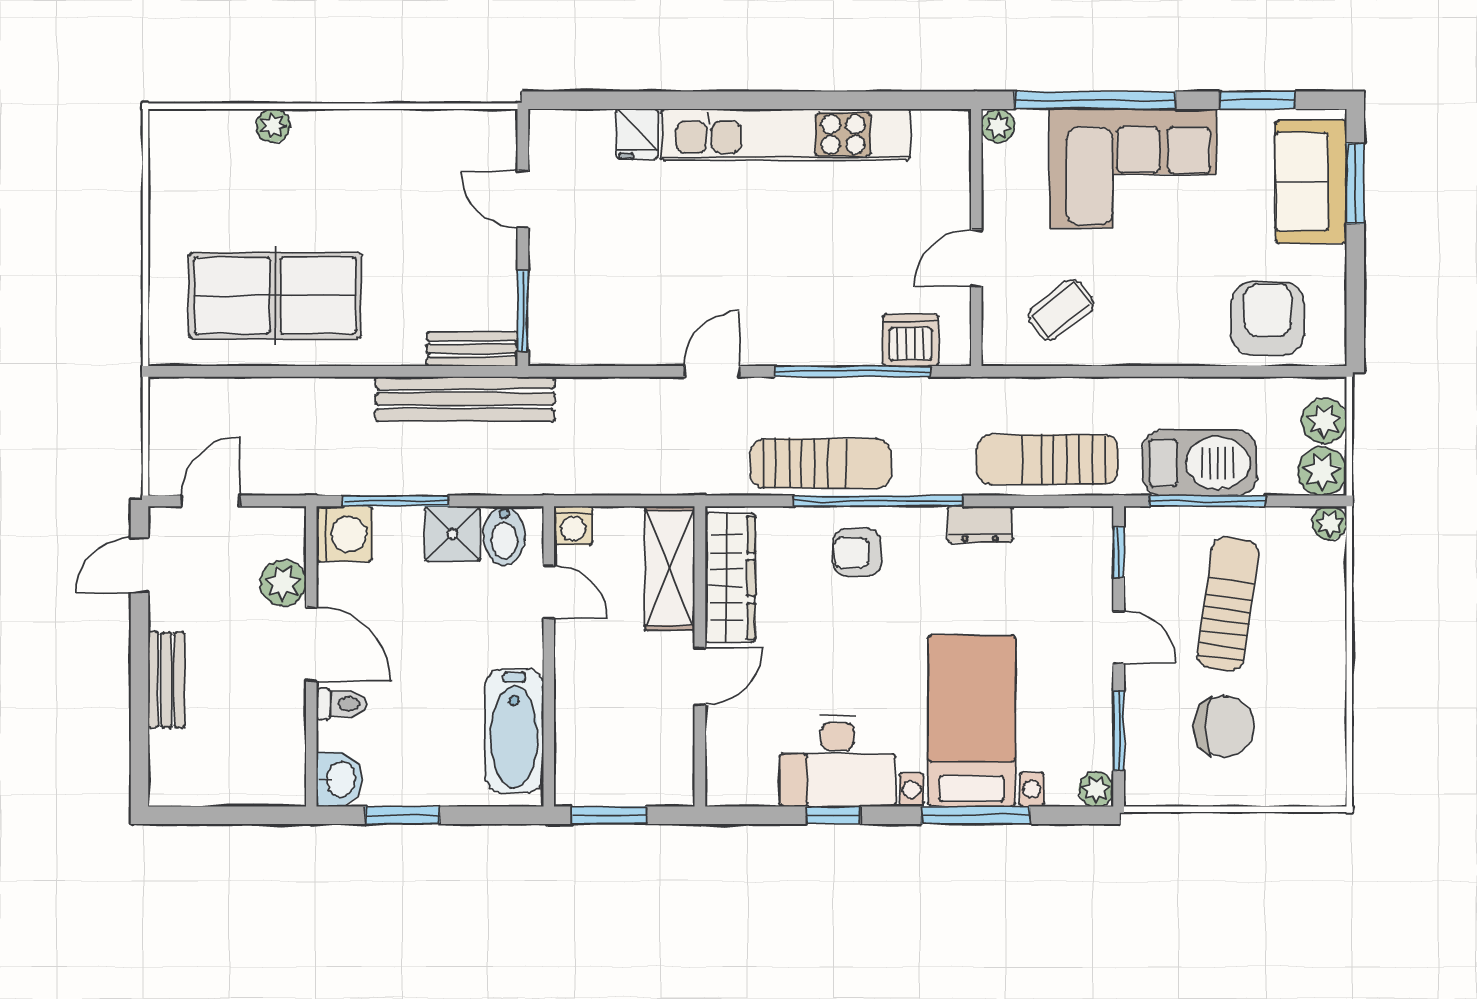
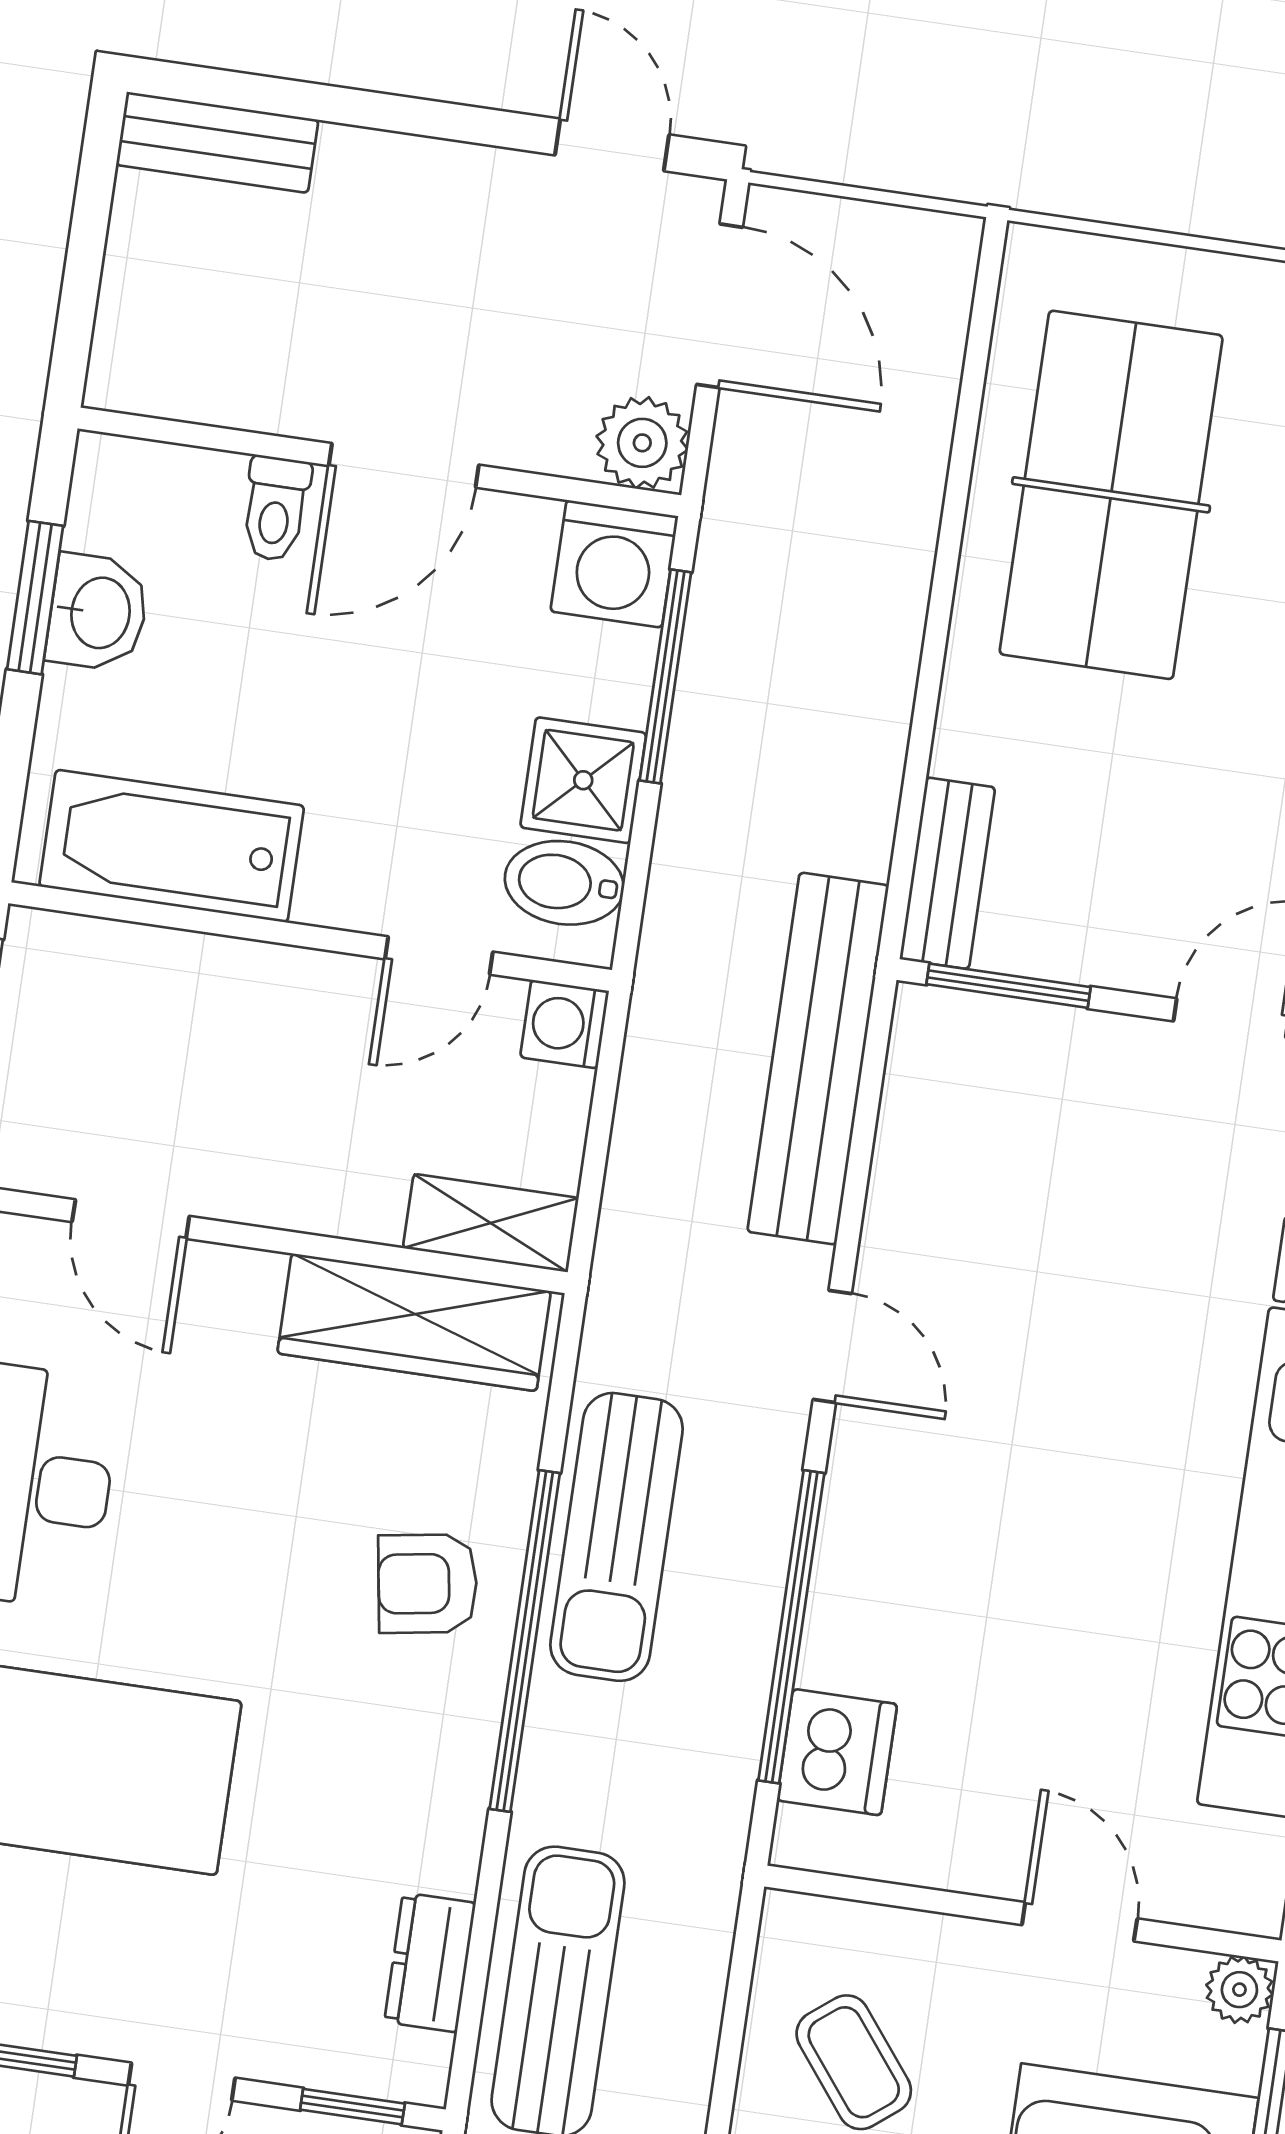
door: (976, 258) -> (1080, 1922), moved
bench: (465, 399) -> (818, 1059), moved
door: (211, 501) -> (720, 306), width x1.38
dresser: (980, 524) -> (430, 1962), moved
armchair: (857, 553) -> (427, 1584), turned -99
shelving: (670, 568) -> (491, 1223), width x0.67, depth x0.75
plant: (283, 583) -> (642, 443), moved
door: (700, 676) -> (131, 1219), moved
bench: (166, 680) -> (217, 142), moved
washbasin: (340, 779) -> (98, 612), moved, turned -90

